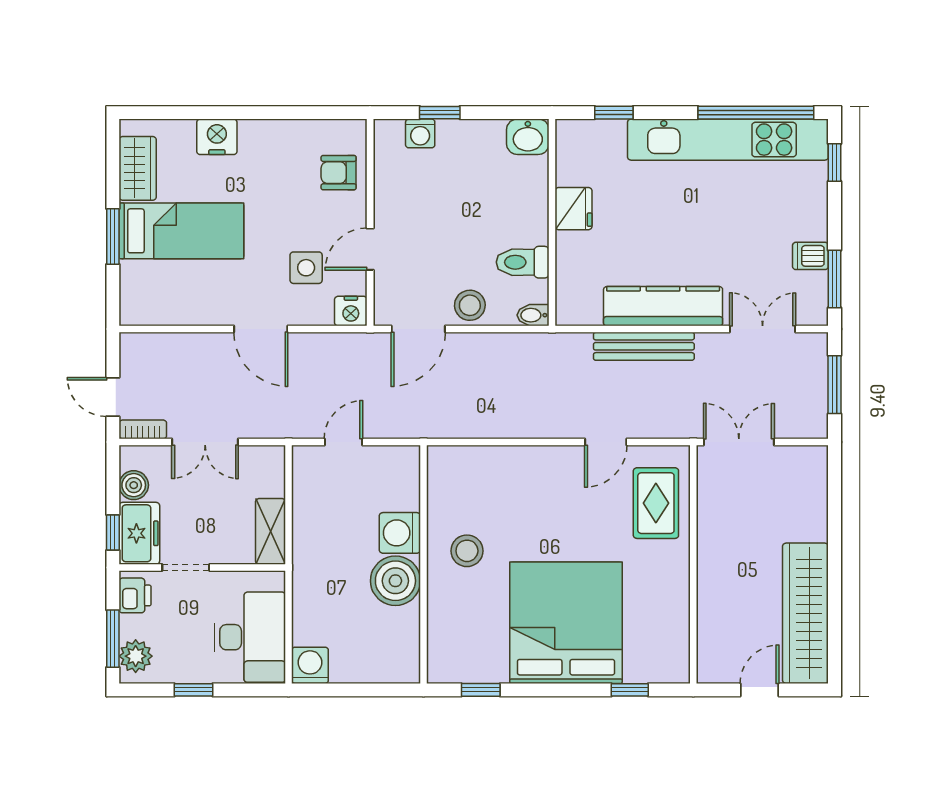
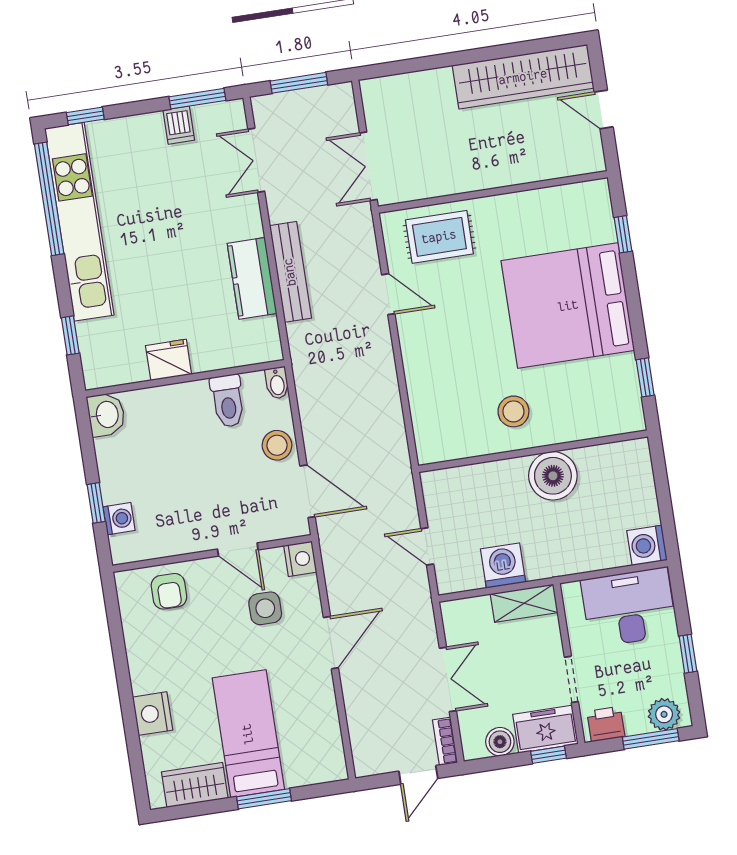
kitchen counter: (663, 306) -> (252, 278), width x0.67
washing machine: (400, 533) -> (503, 566), moved, turned 180

